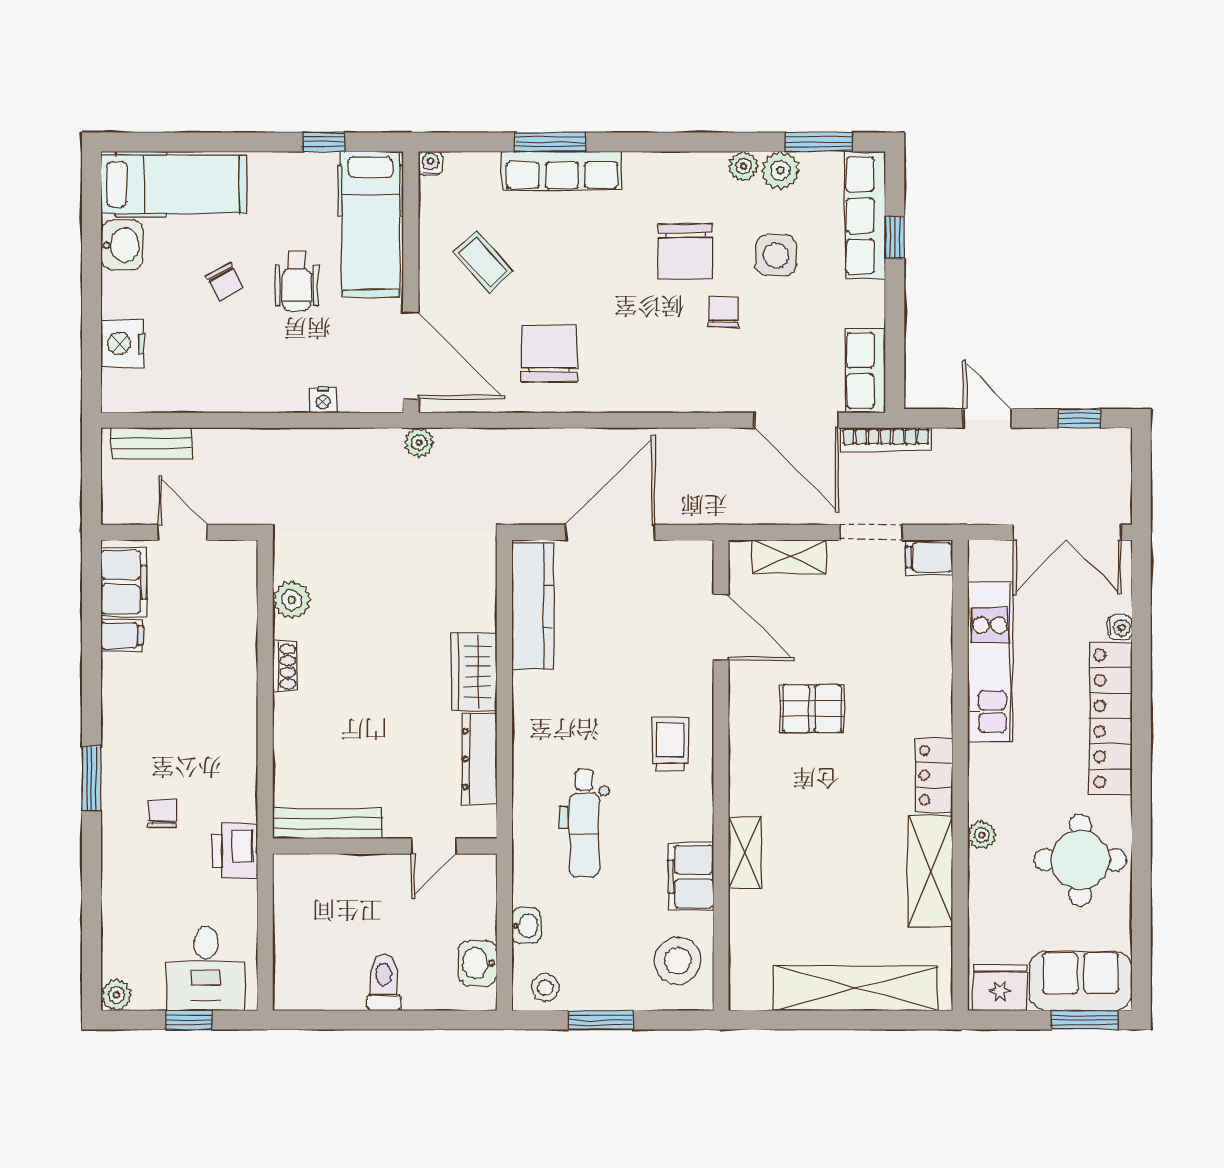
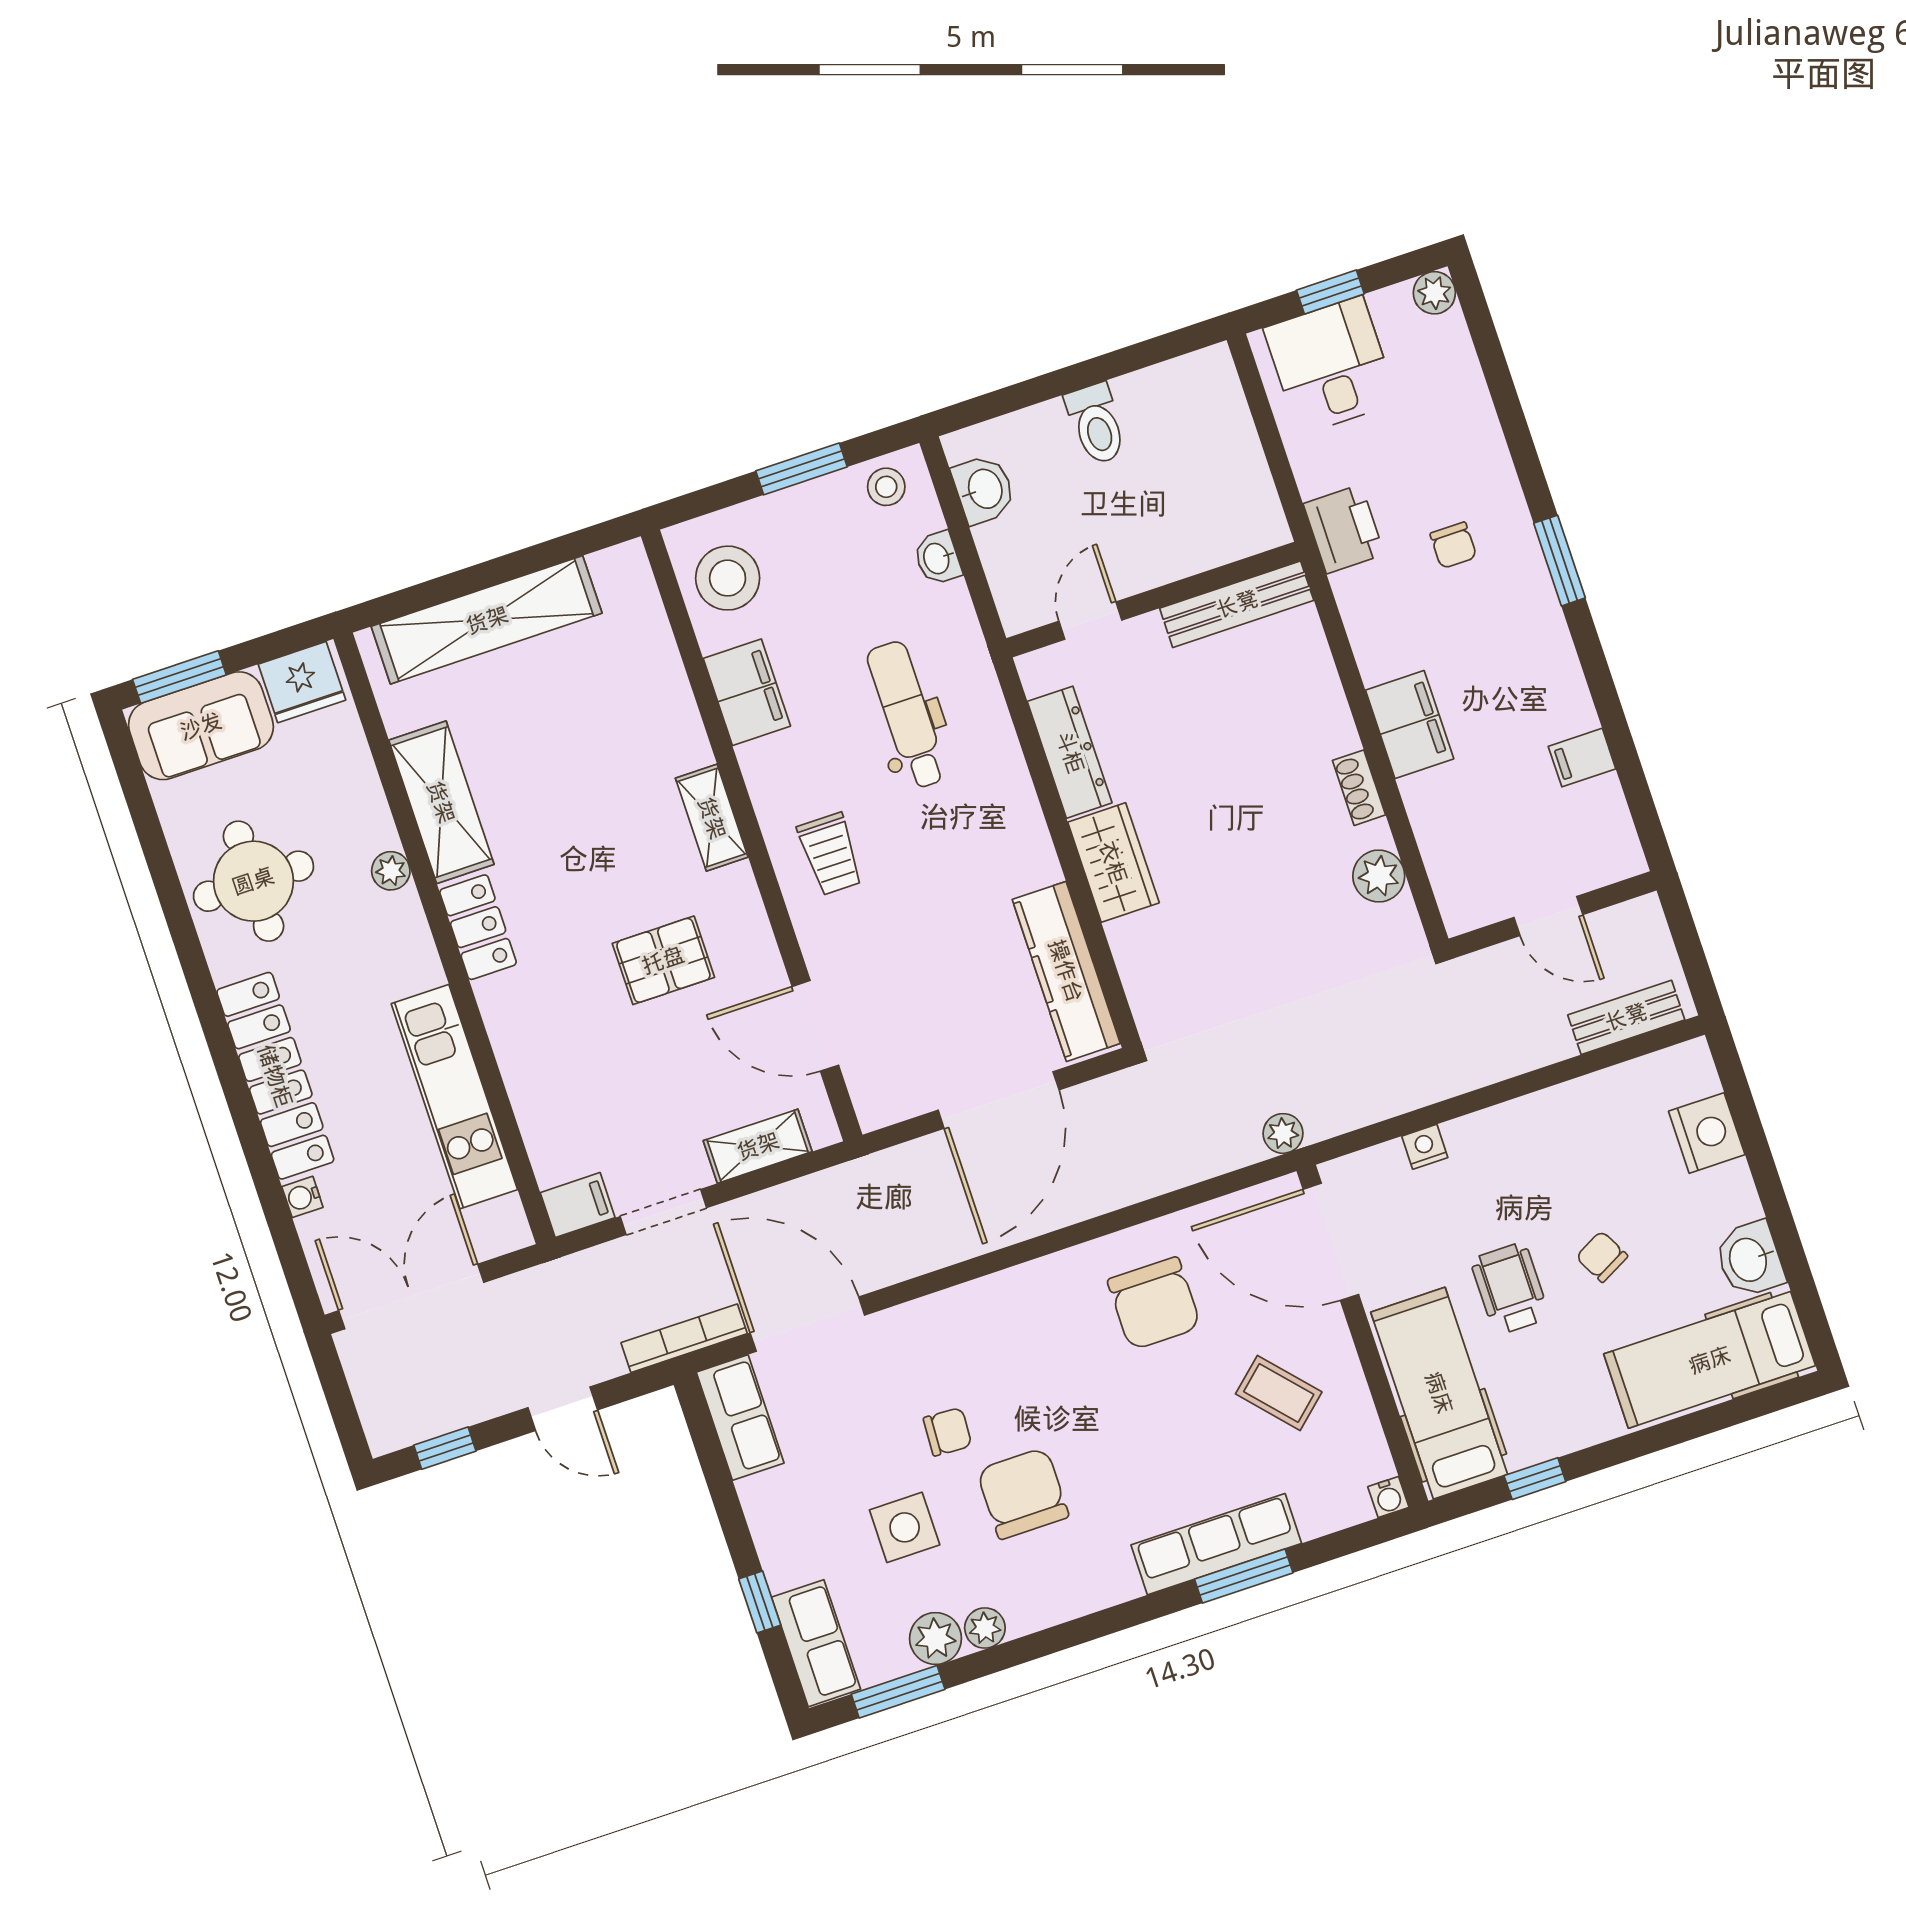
row of seats: (865, 215) -> (816, 1643), width x0.68
chair: (724, 312) -> (948, 1432), turned -87
filing cabinet: (124, 582) -> (1410, 724), moved, turned 180
shelving: (745, 853) -> (712, 818), moved

